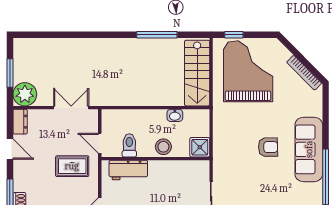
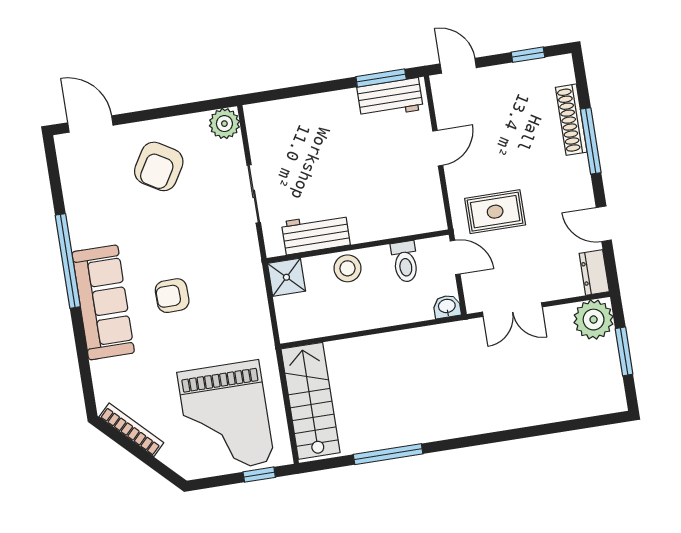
washbasin: (175, 115) -> (447, 307), moved
workbench: (128, 170) -> (316, 233), moved

